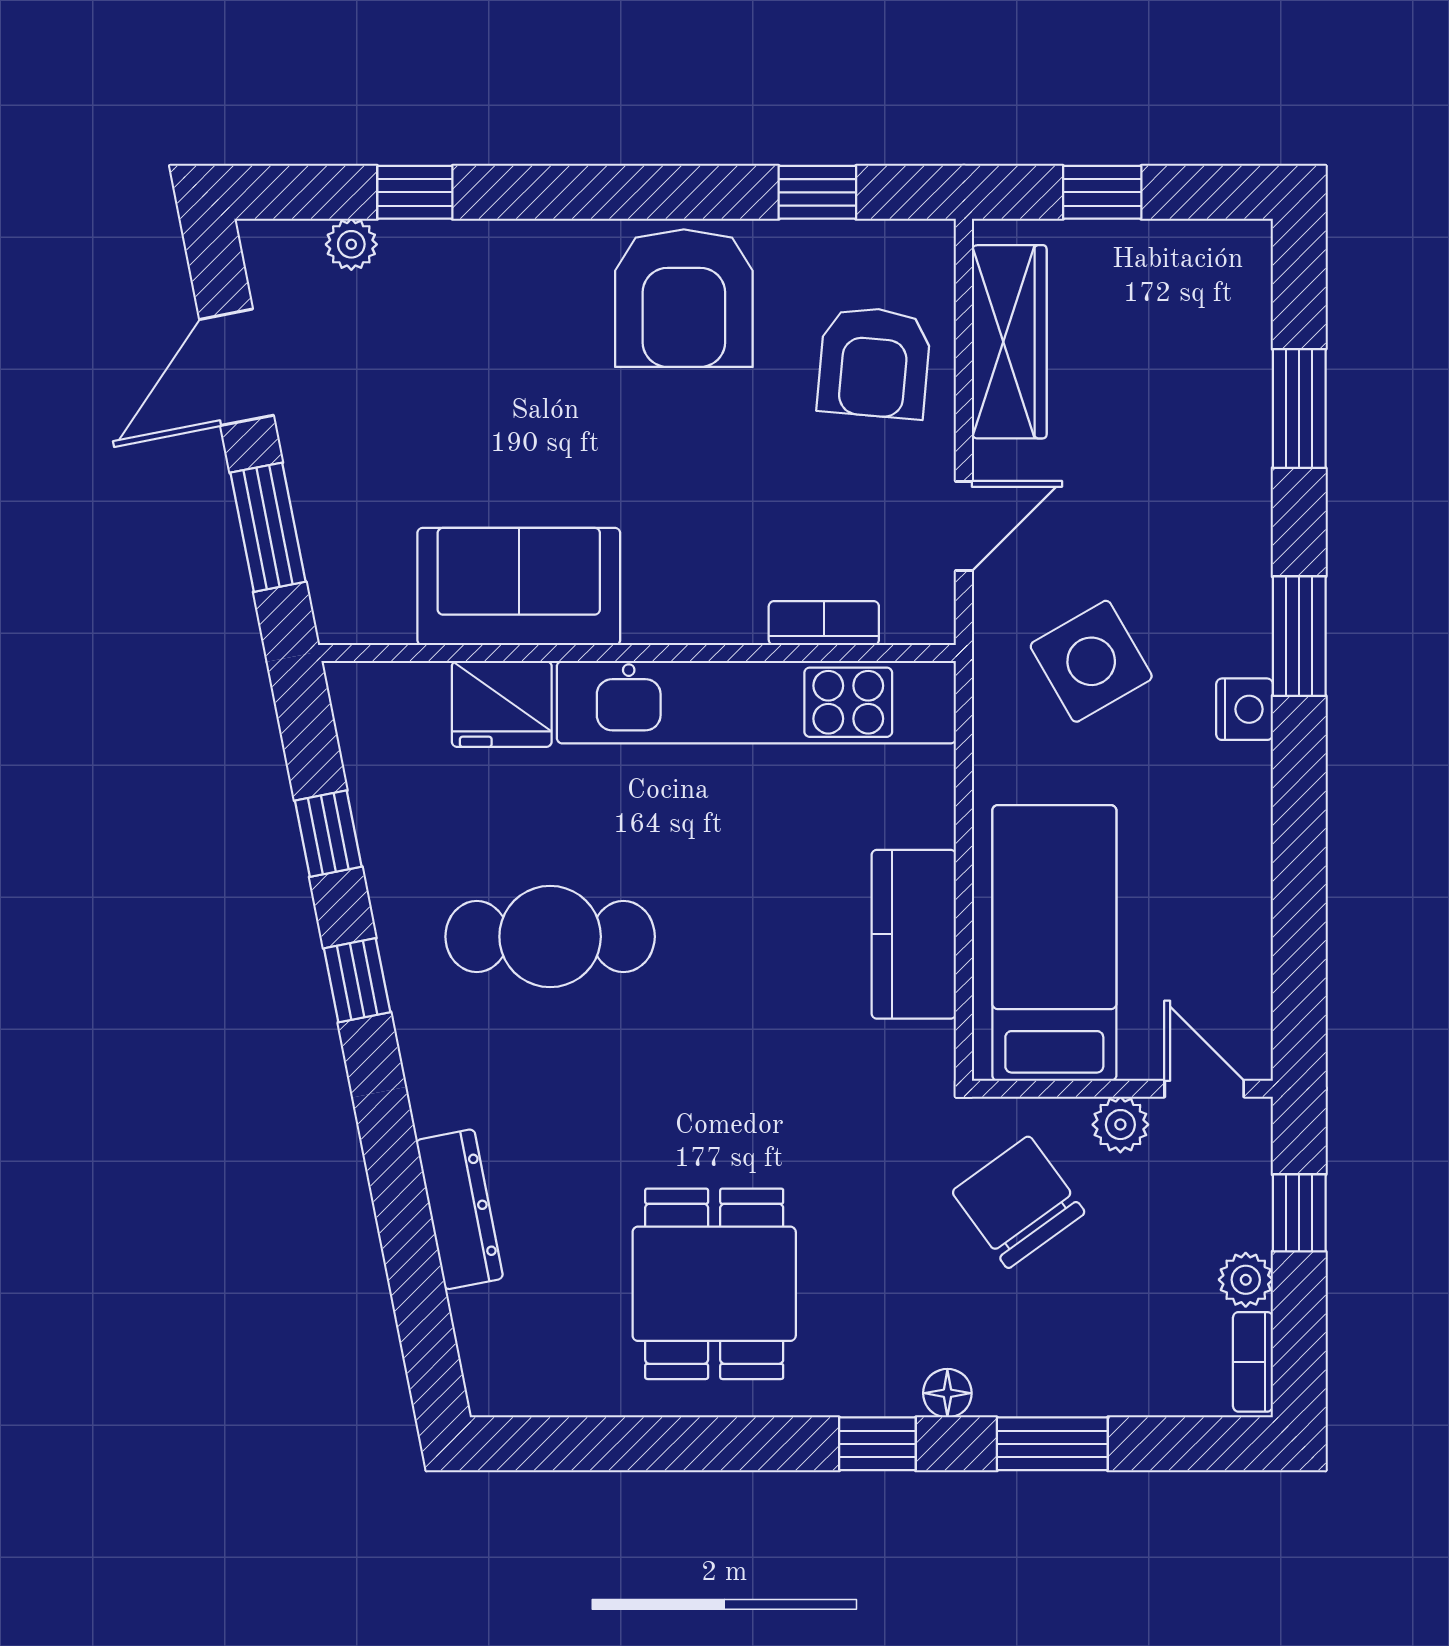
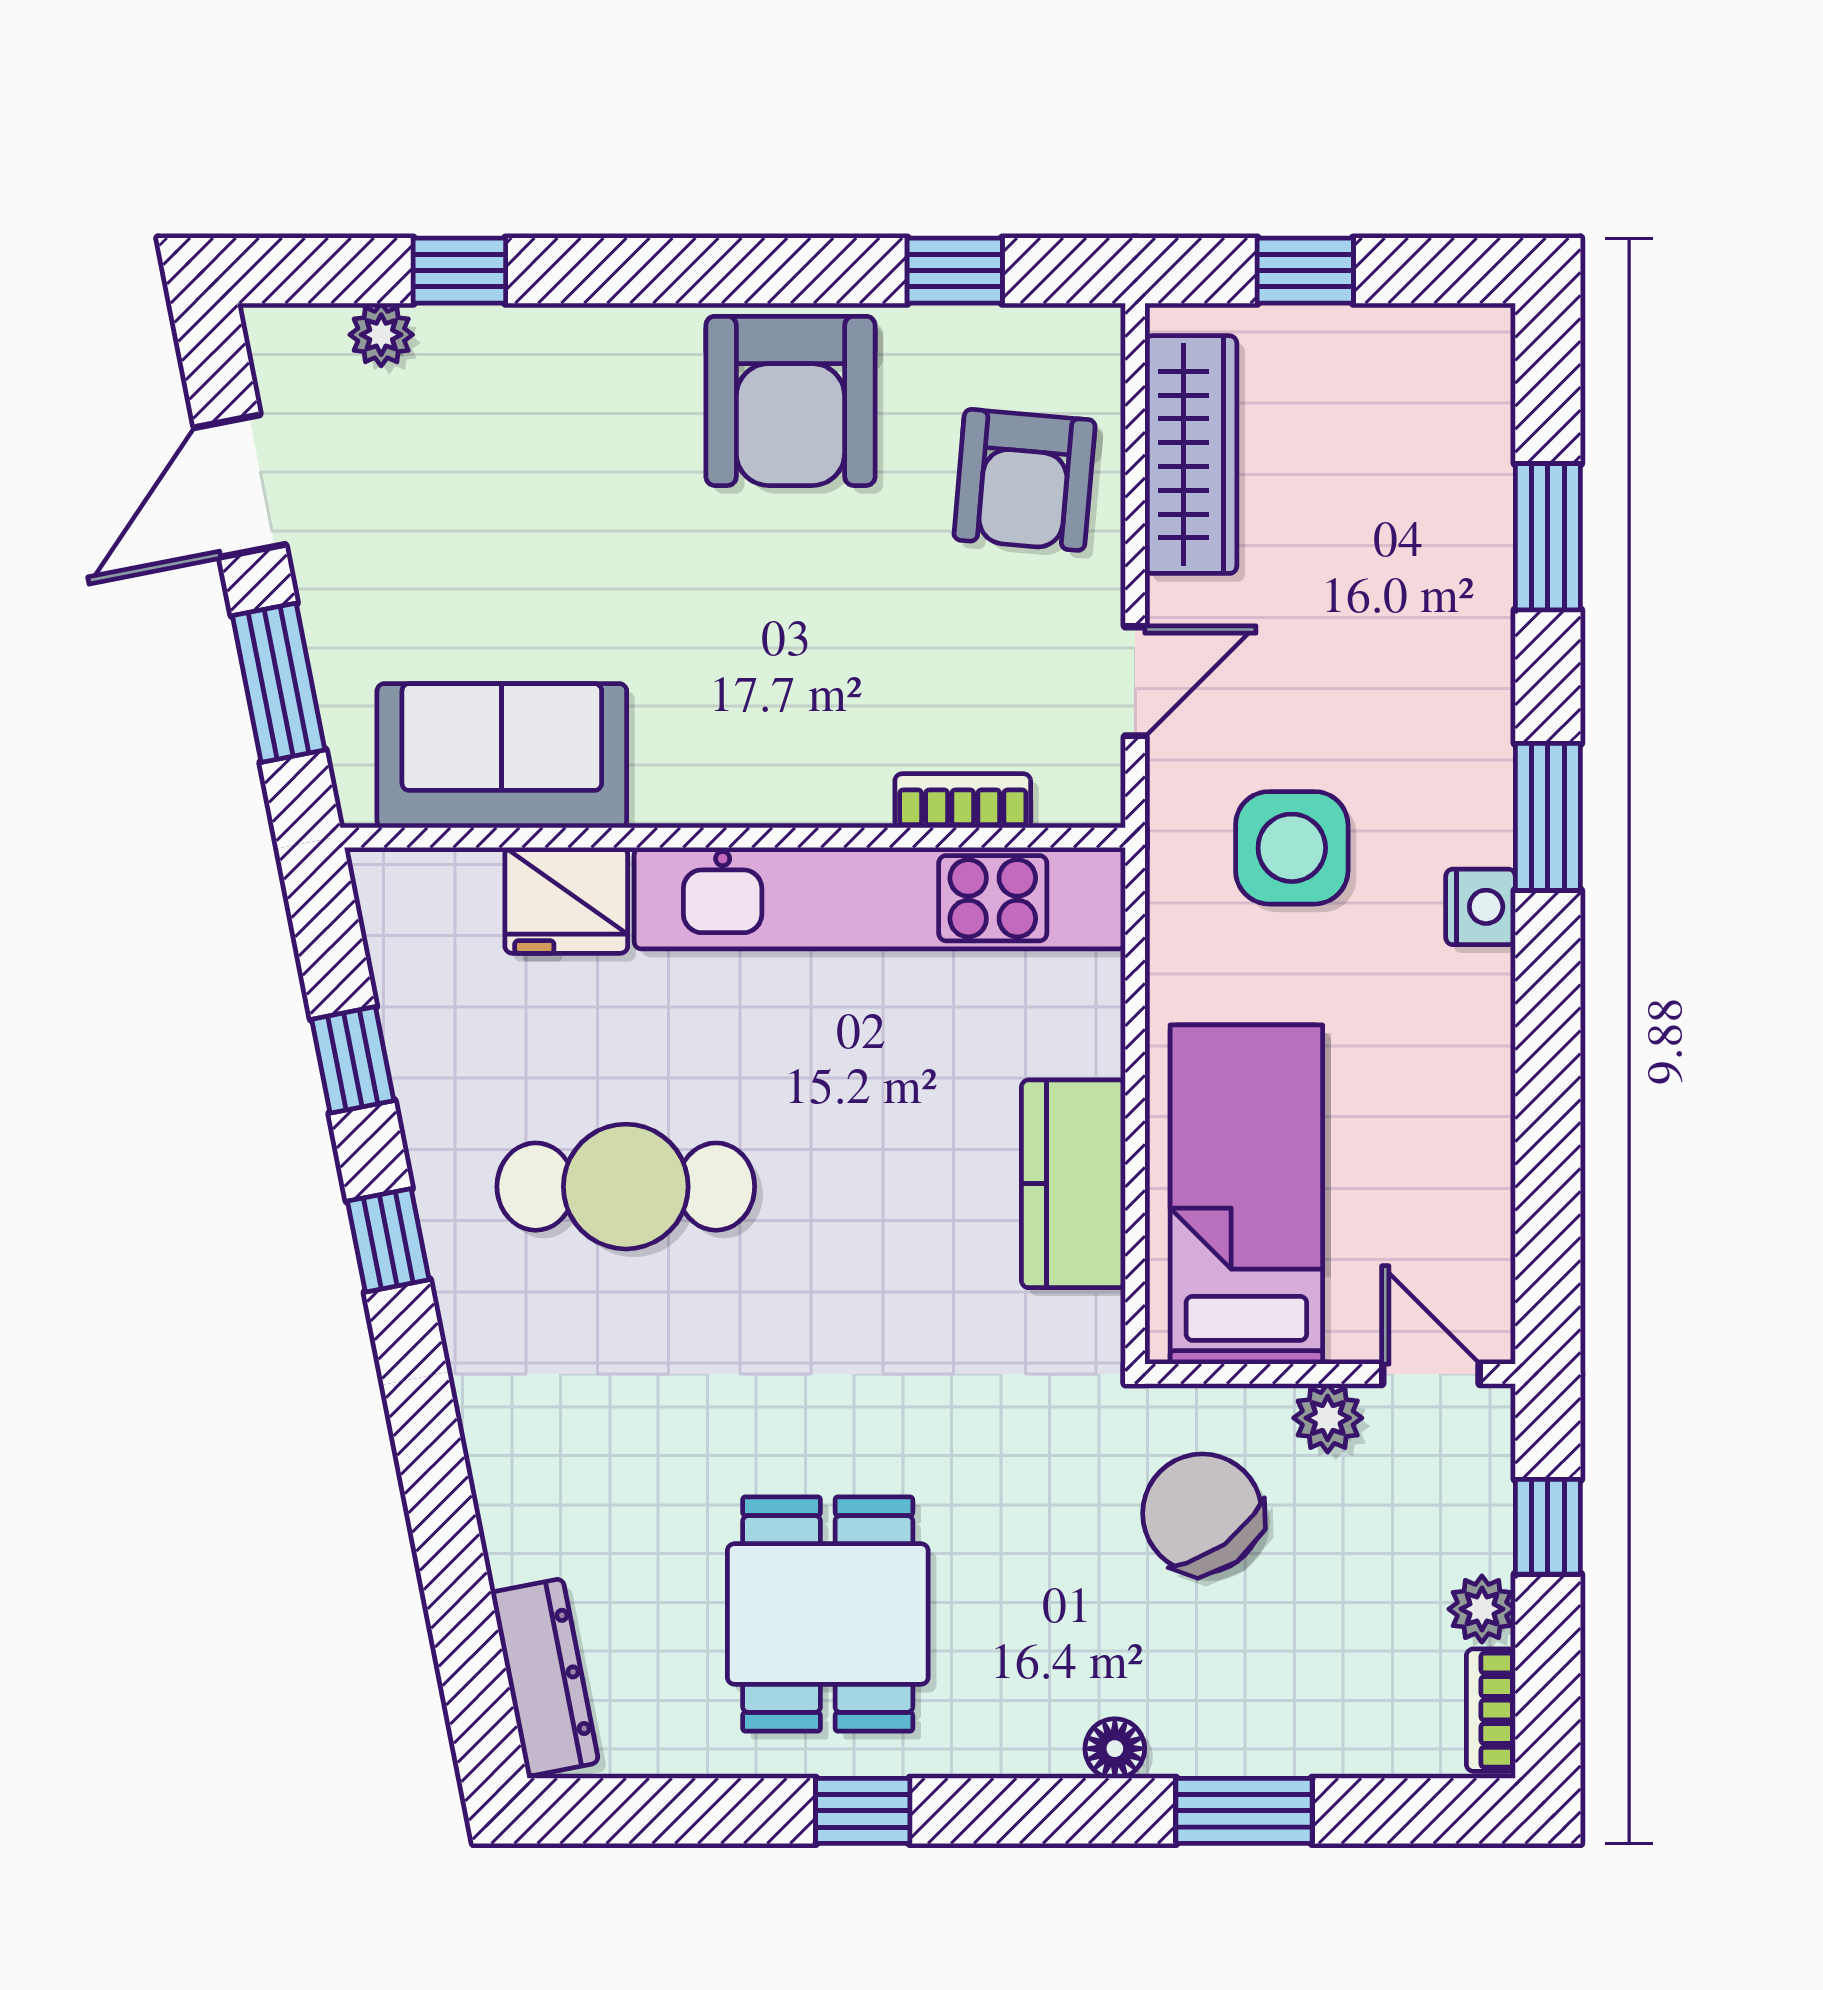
sofa: (519, 586) -> (502, 756), moved
side table: (1091, 661) -> (1292, 848), turned 30
dresser: (459, 1209) -> (545, 1677), moved
window: (877, 1444) -> (863, 1811), moved

